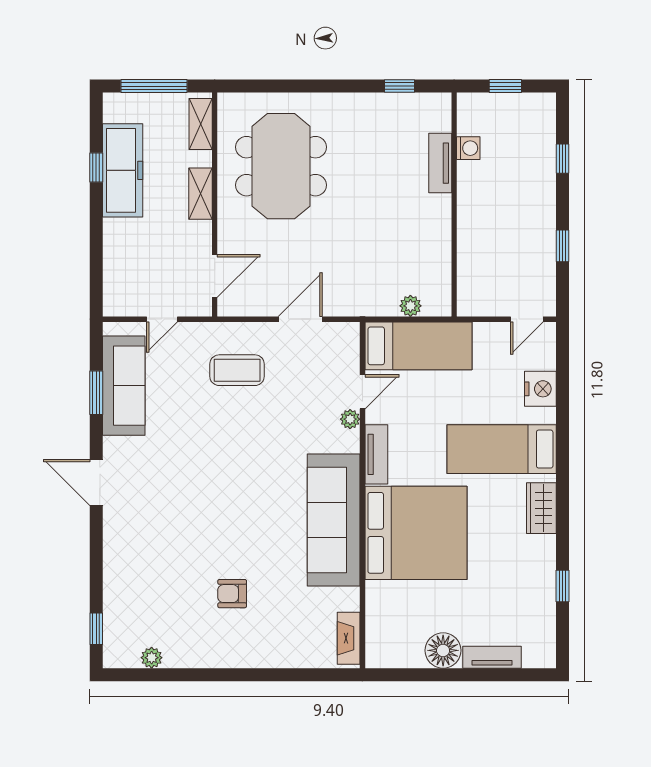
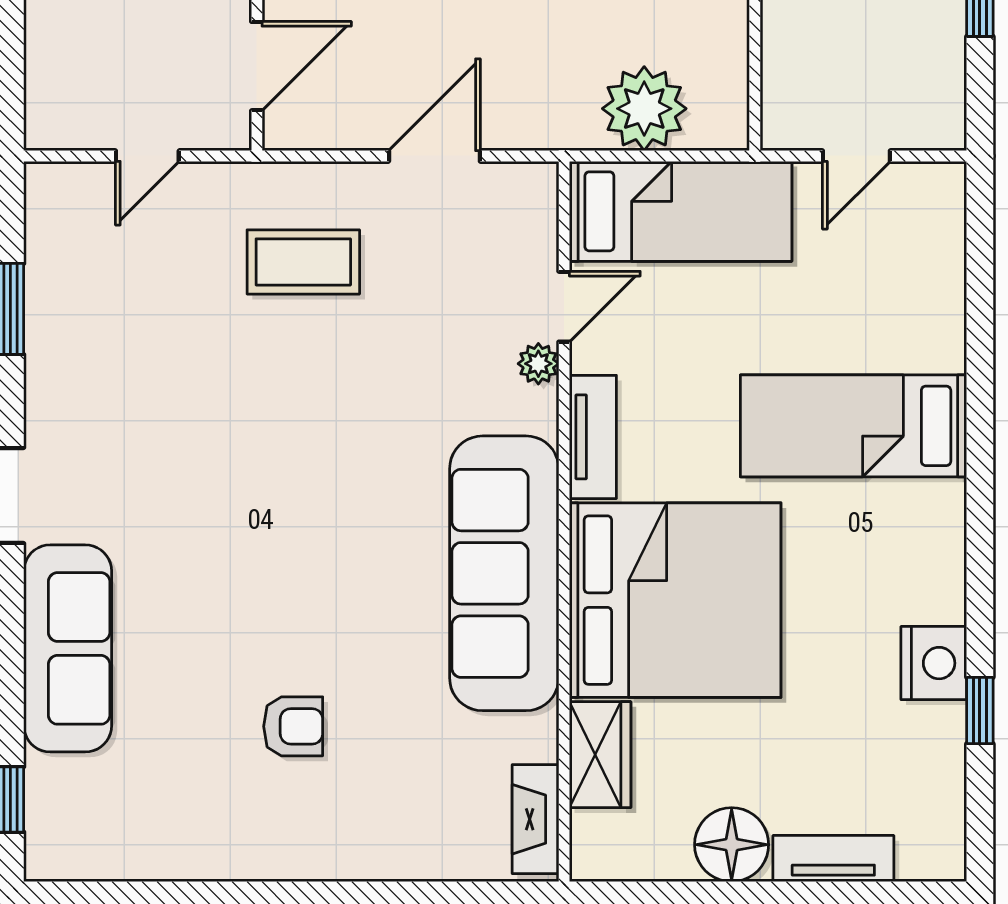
plant: (410, 306) -> (644, 109), width x1.87, depth x1.87
door: (527, 319) -> (856, 156), moved
sofa: (124, 386) -> (68, 648), moved
nightstand: (540, 389) -> (934, 663), moved
wardrobe: (541, 508) -> (600, 755), moved, turned 180
armchair: (232, 594) -> (293, 726), turned 180
plant: (152, 658) -> (126, 860), removed

